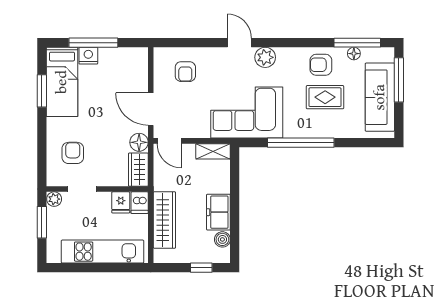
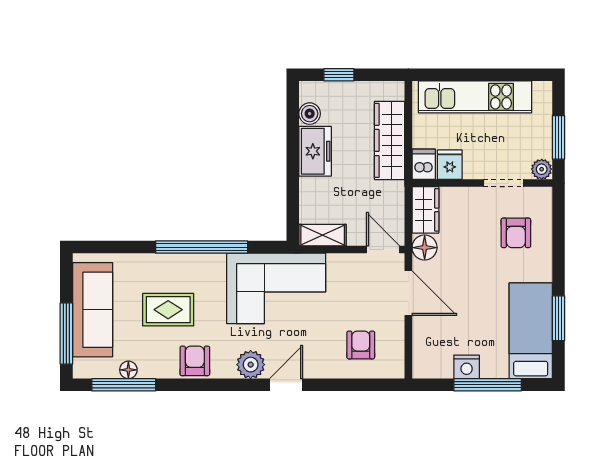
door: (239, 43) -> (286, 385), swing flipped
nightstand: (88, 56) -> (467, 367), moved
armchair: (321, 65) -> (195, 361), moved, turned -90

